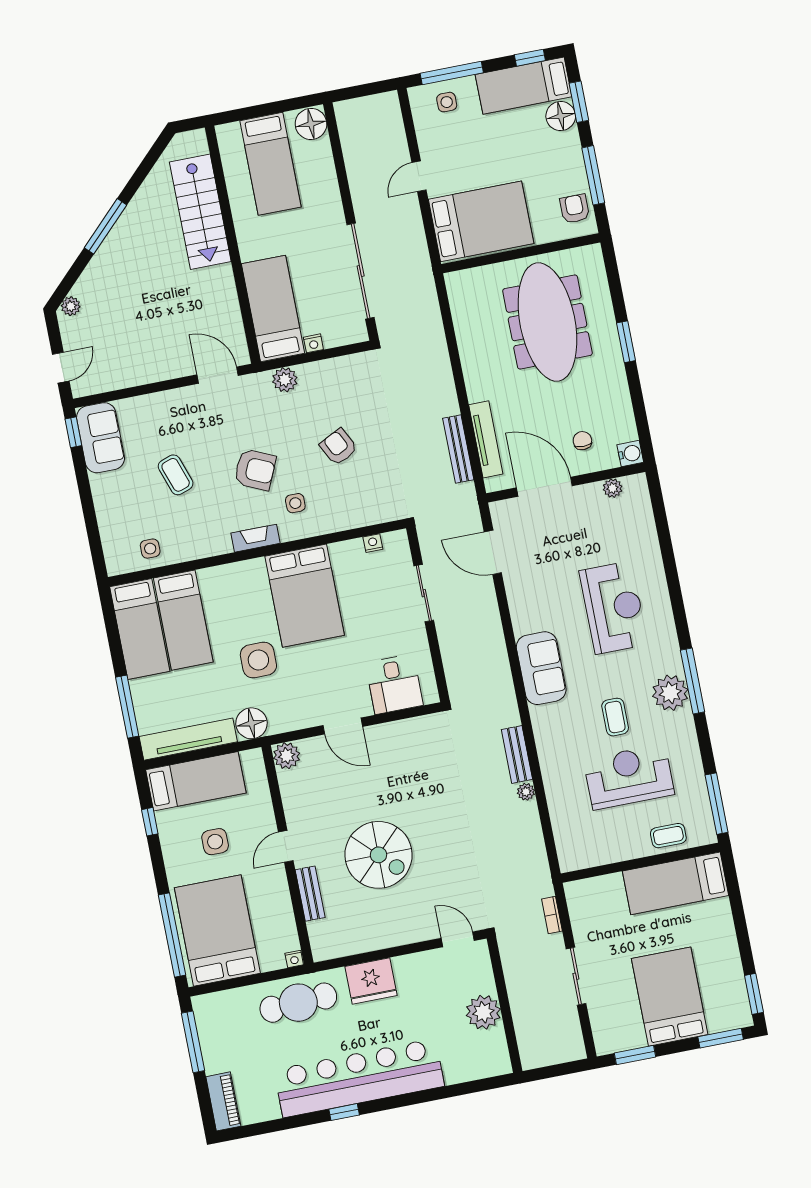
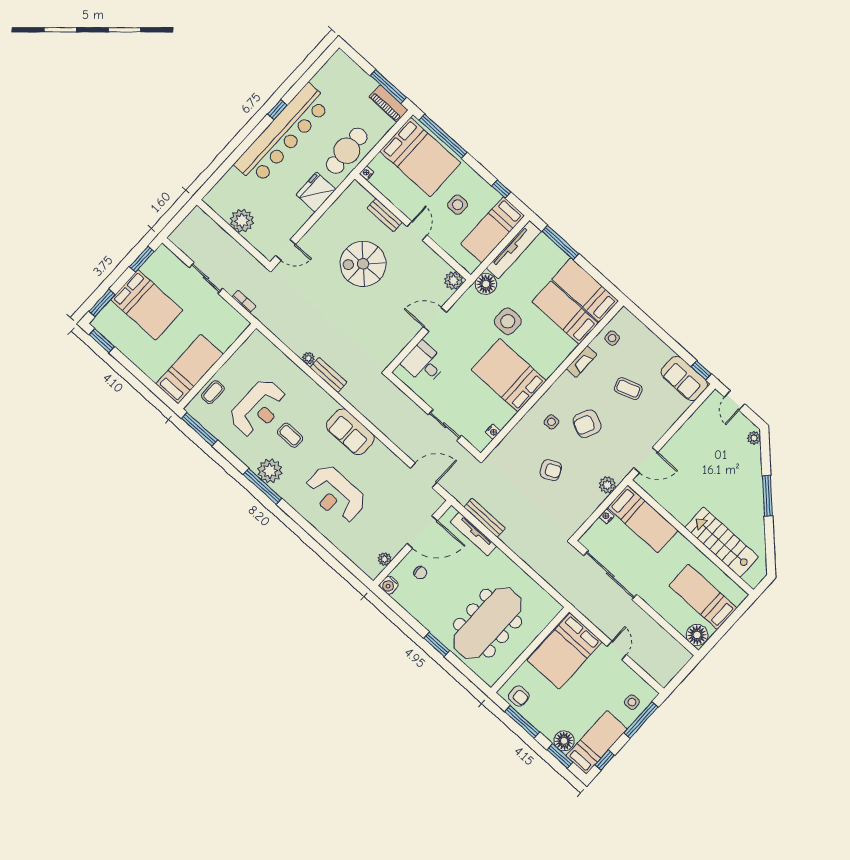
meeting table: (547, 322) -> (488, 623), turned 90
fireplace: (256, 538) -> (582, 362), moved
piano: (223, 1101) -> (388, 104), moved

